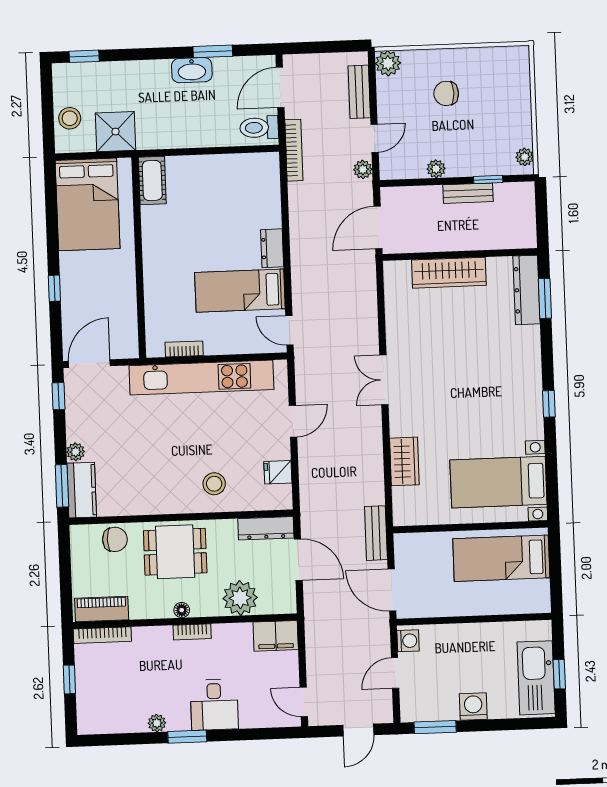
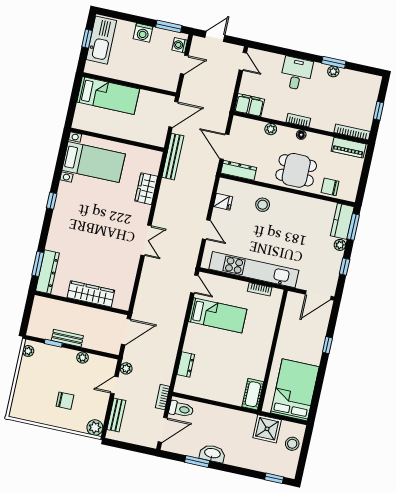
bookcase: (294, 150) -> (163, 397), width x0.64
dresser: (272, 248) -> (186, 364), moved
window: (59, 396) -> (345, 267), moved
door: (293, 421) -> (206, 230), swing flipped
bench: (376, 533) -> (173, 157), width x1.36
bed: (501, 558) -> (108, 95), moved
door: (392, 590) -> (173, 114), hinge flipped
plant: (240, 598) -> (271, 129), width x0.53, depth x0.53
washing machine: (408, 641) -> (180, 45), moved
window: (187, 737) -> (334, 62), moved

